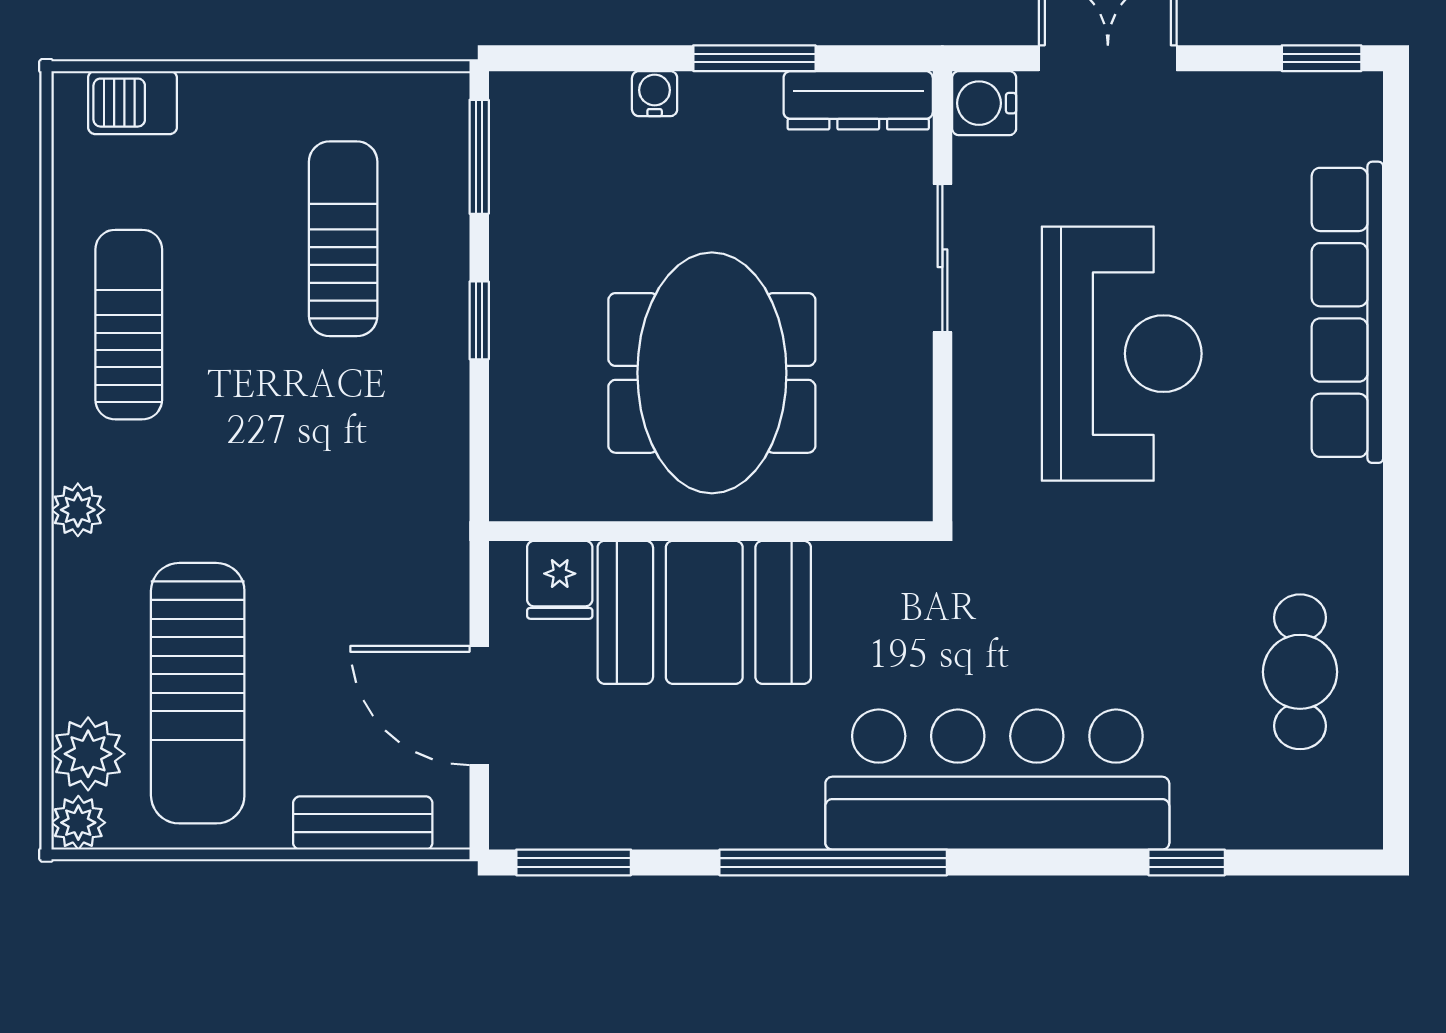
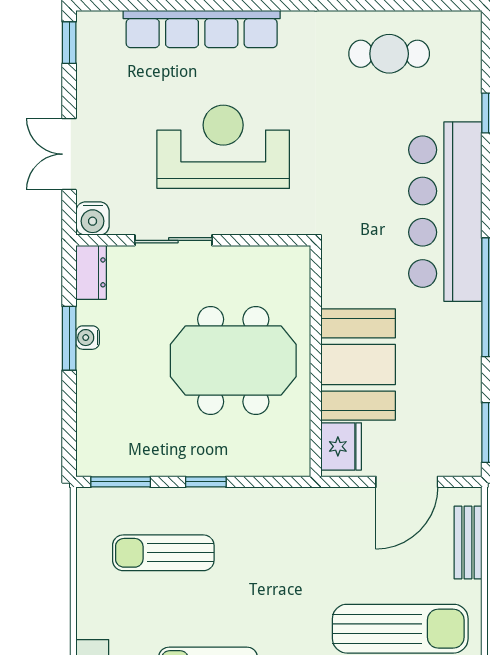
water cooler: (655, 94) -> (88, 338), moved
dresser: (858, 100) -> (91, 272), width x0.70
fridge: (560, 580) -> (341, 446), width x1.38

